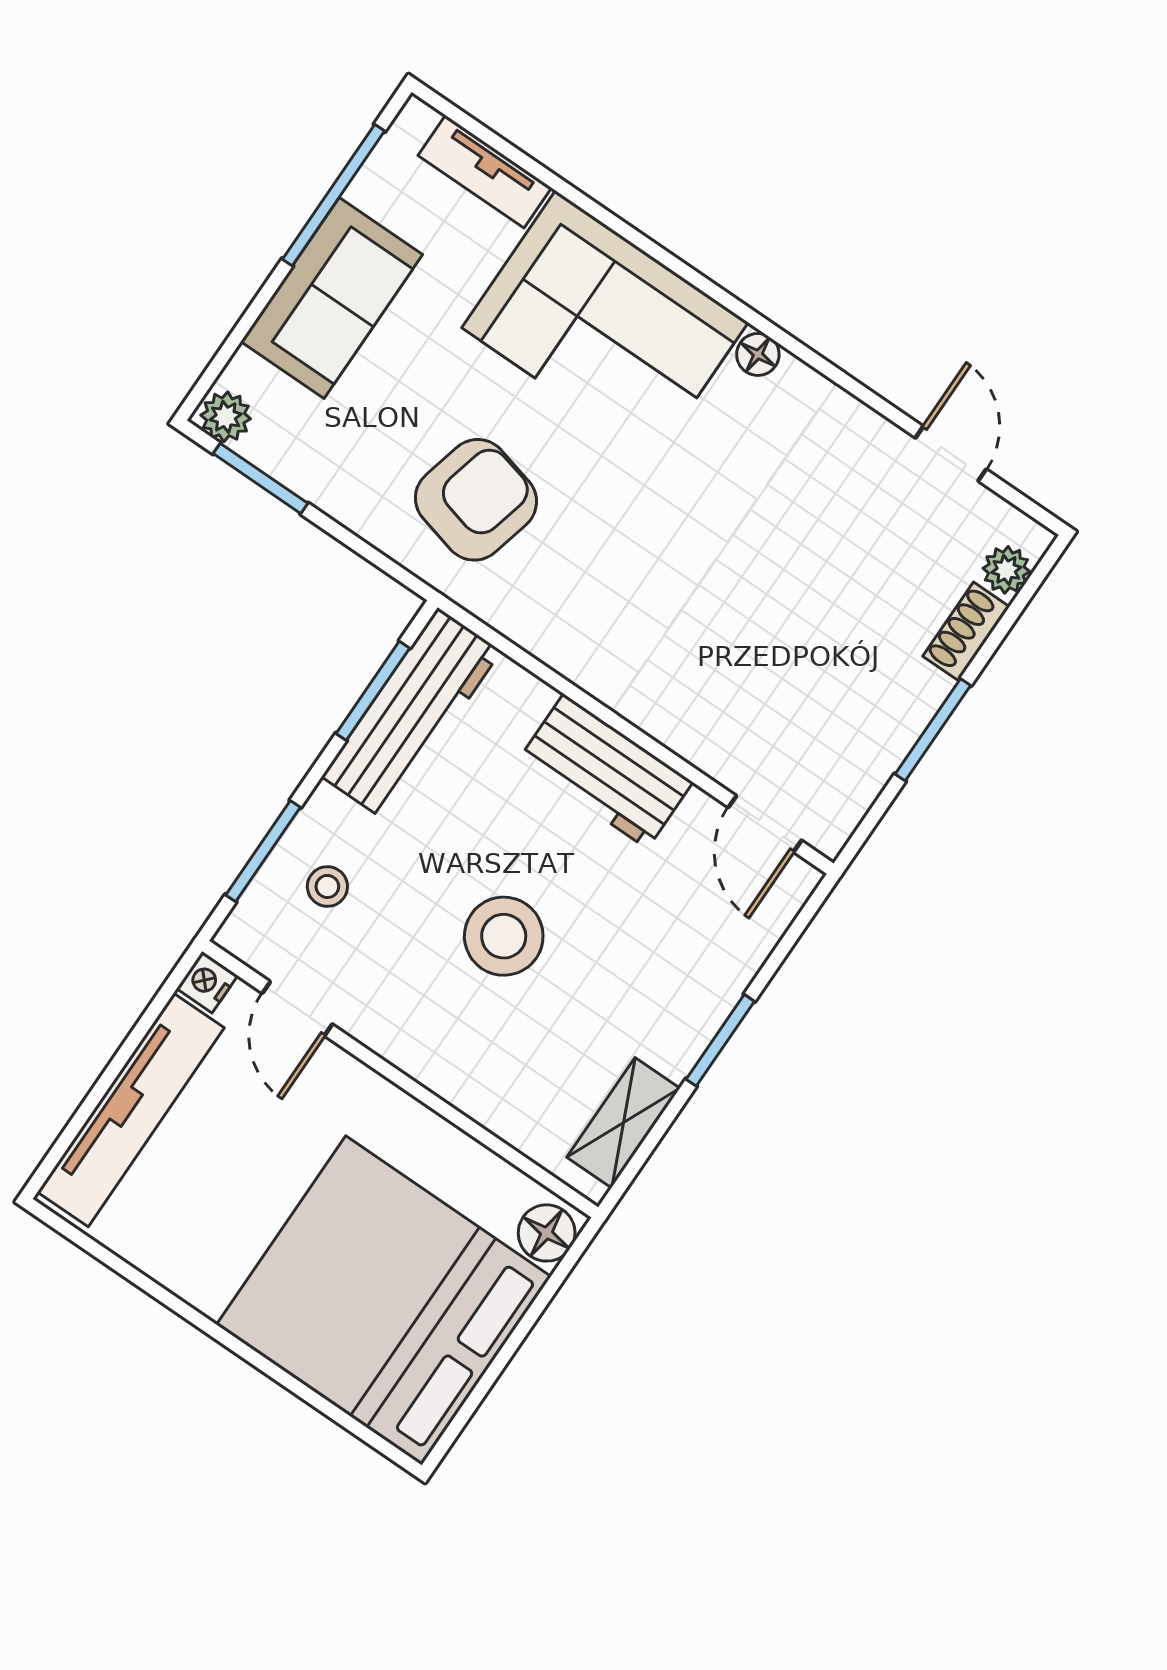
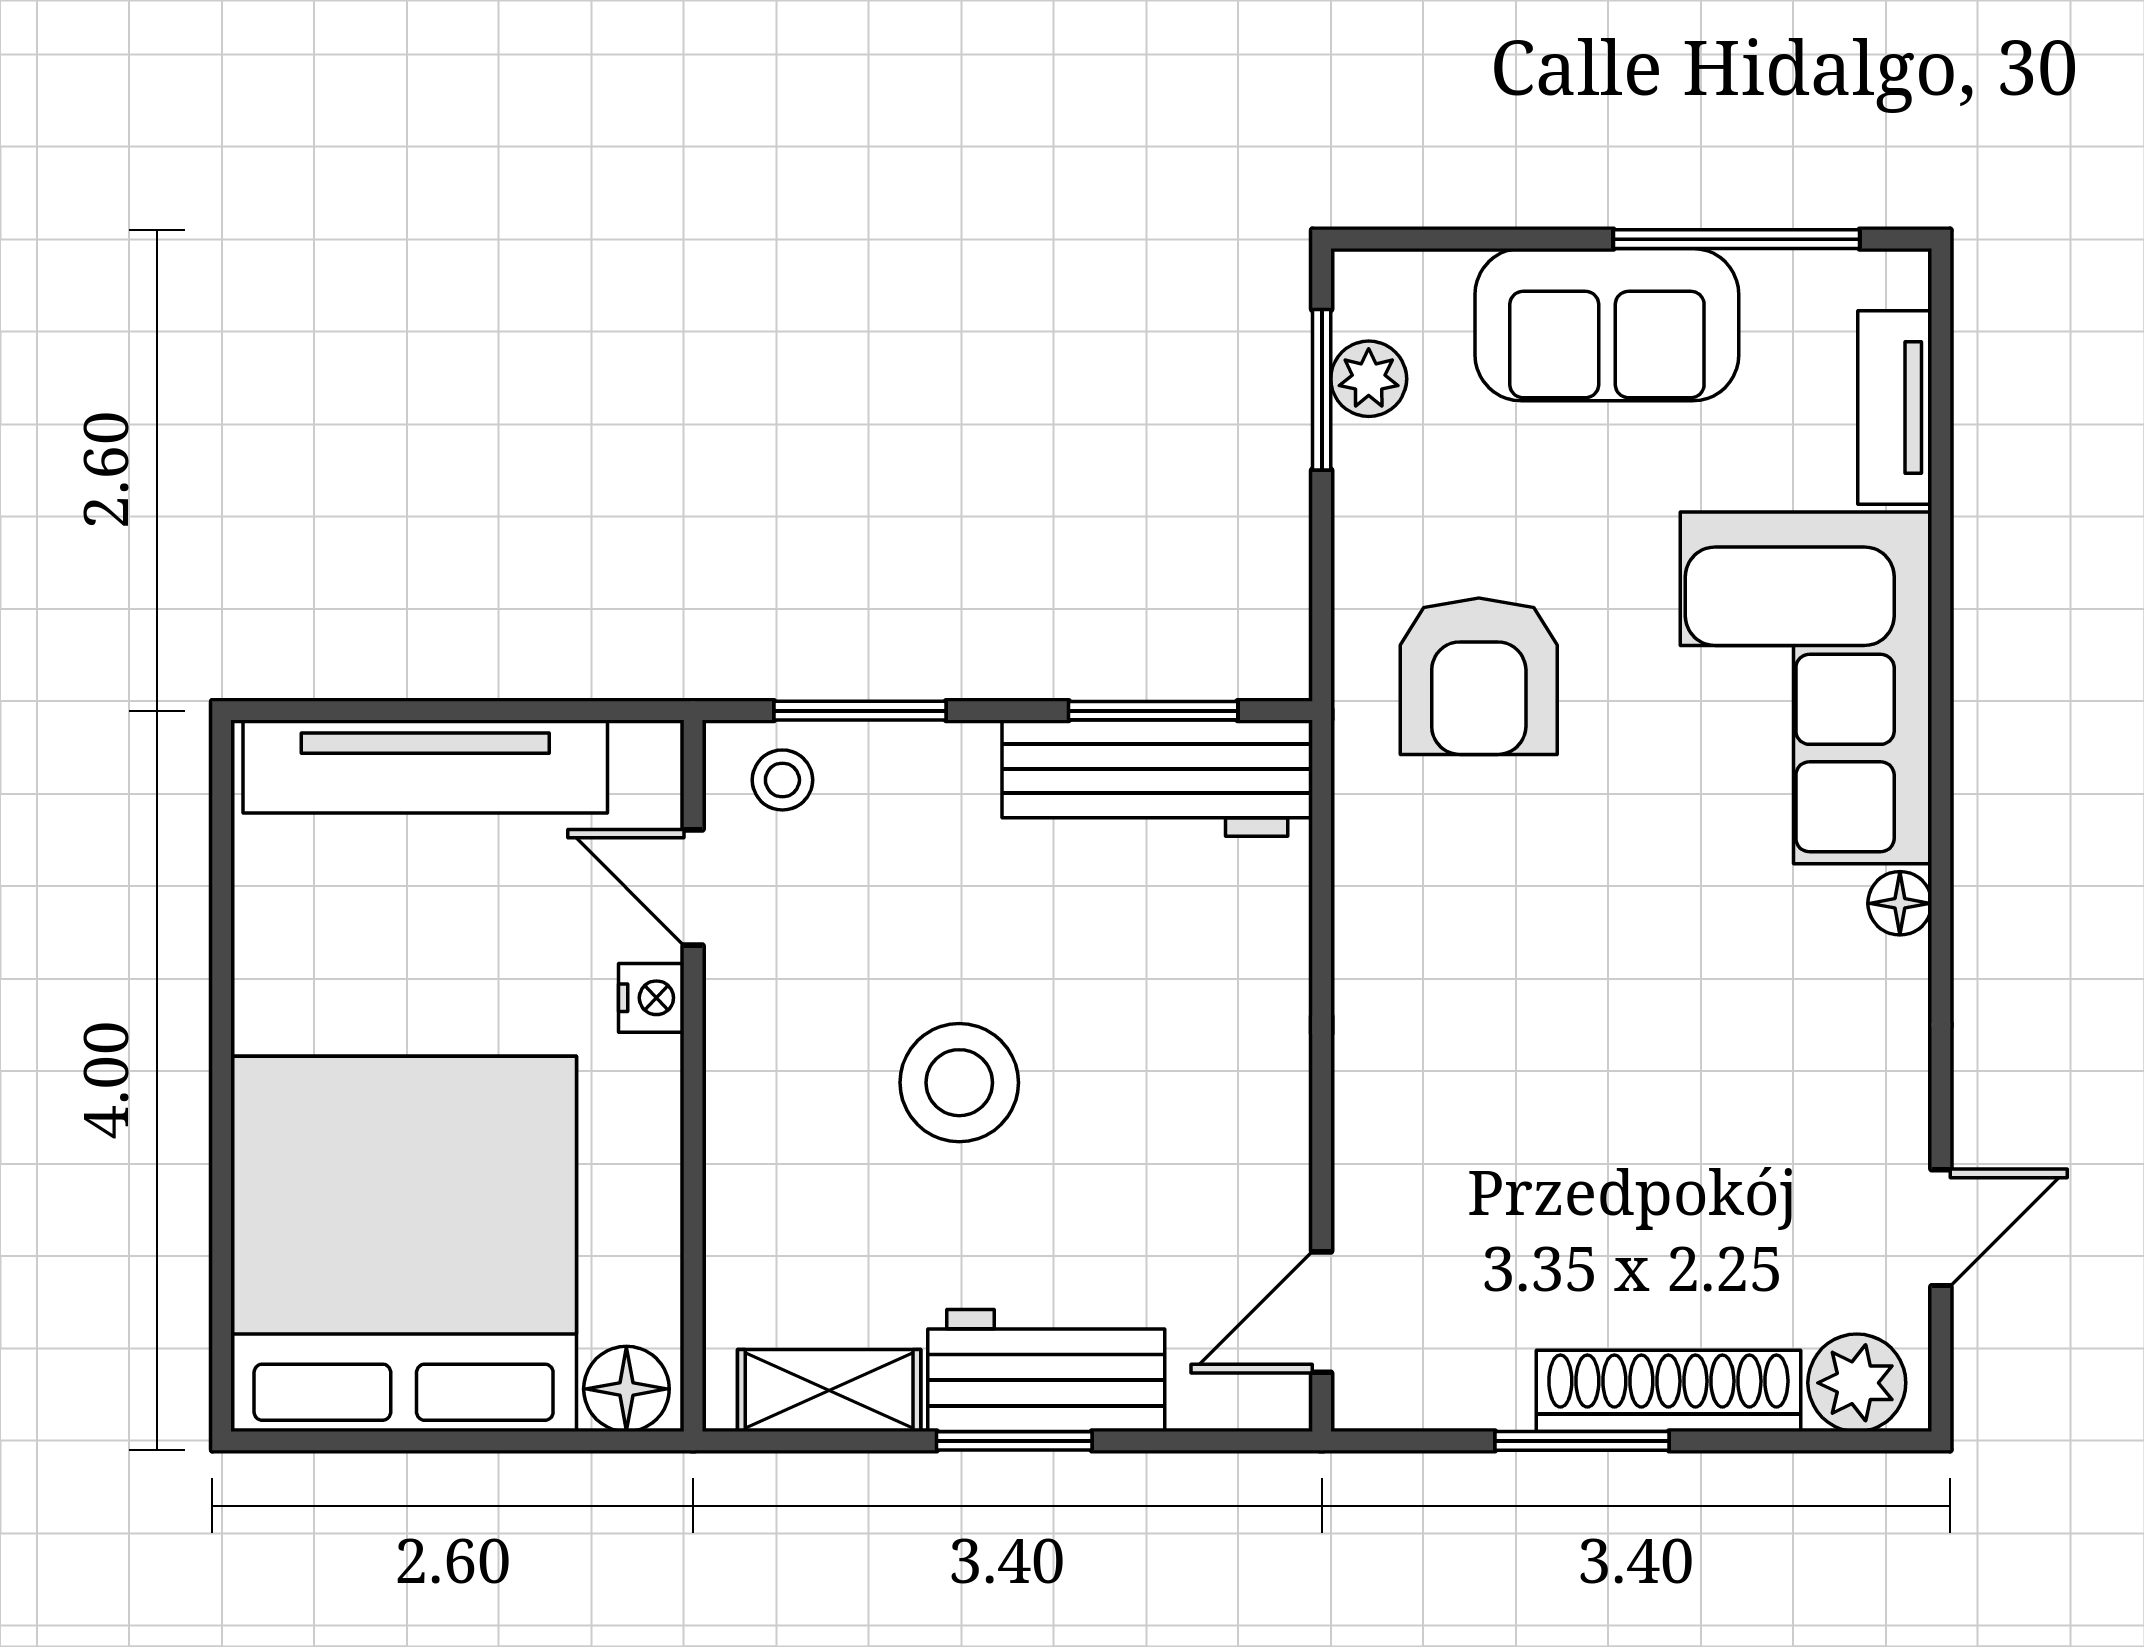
plant: (226, 417) -> (1369, 379), moved
armchair: (476, 500) -> (1479, 676), turned 76
plant: (1006, 570) -> (1857, 1383), width x1.38, depth x1.38
shoe rack: (966, 632) -> (1668, 1391), width x1.94, depth x1.24
workbench: (605, 771) -> (1046, 1371), moved, turned 90
stool: (327, 886) -> (782, 780), moved
nightstand: (207, 982) -> (651, 998), moved, turned 90
door: (297, 1009) -> (693, 888), hinge flipped

